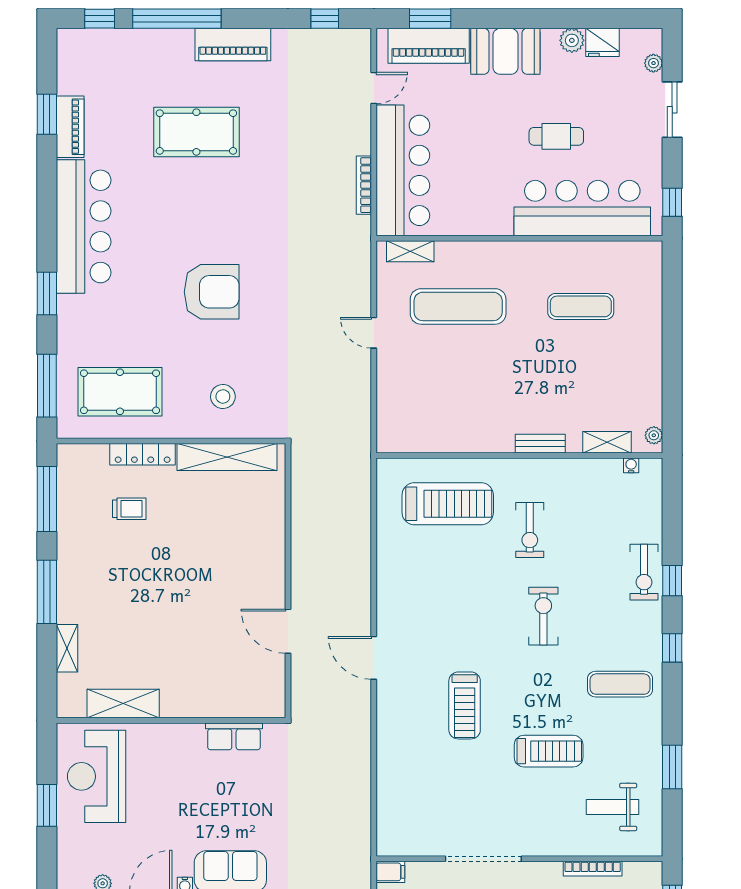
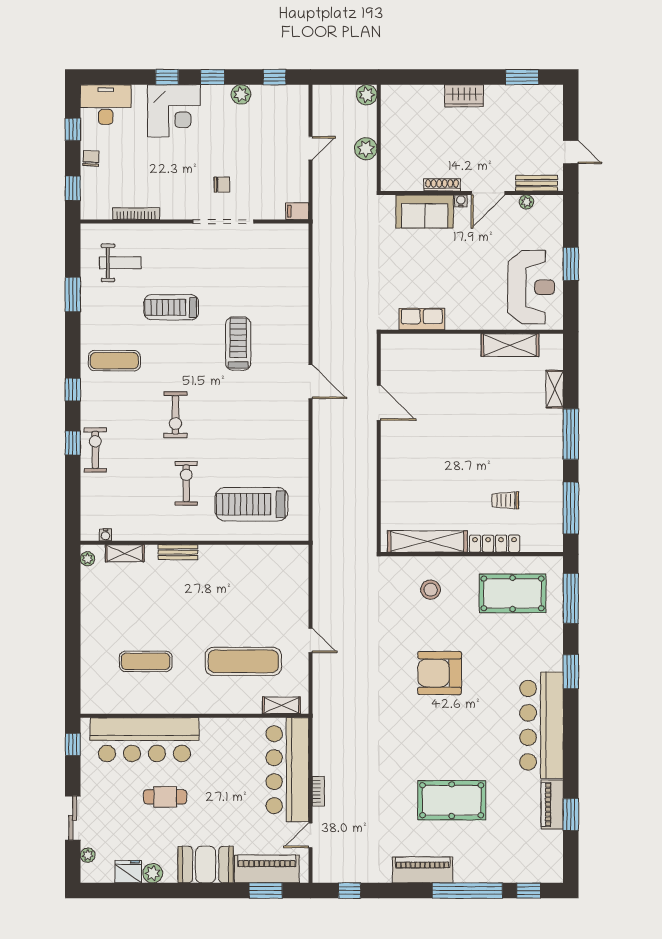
bookcase: (364, 185) -> (318, 791), moved, width x0.64

